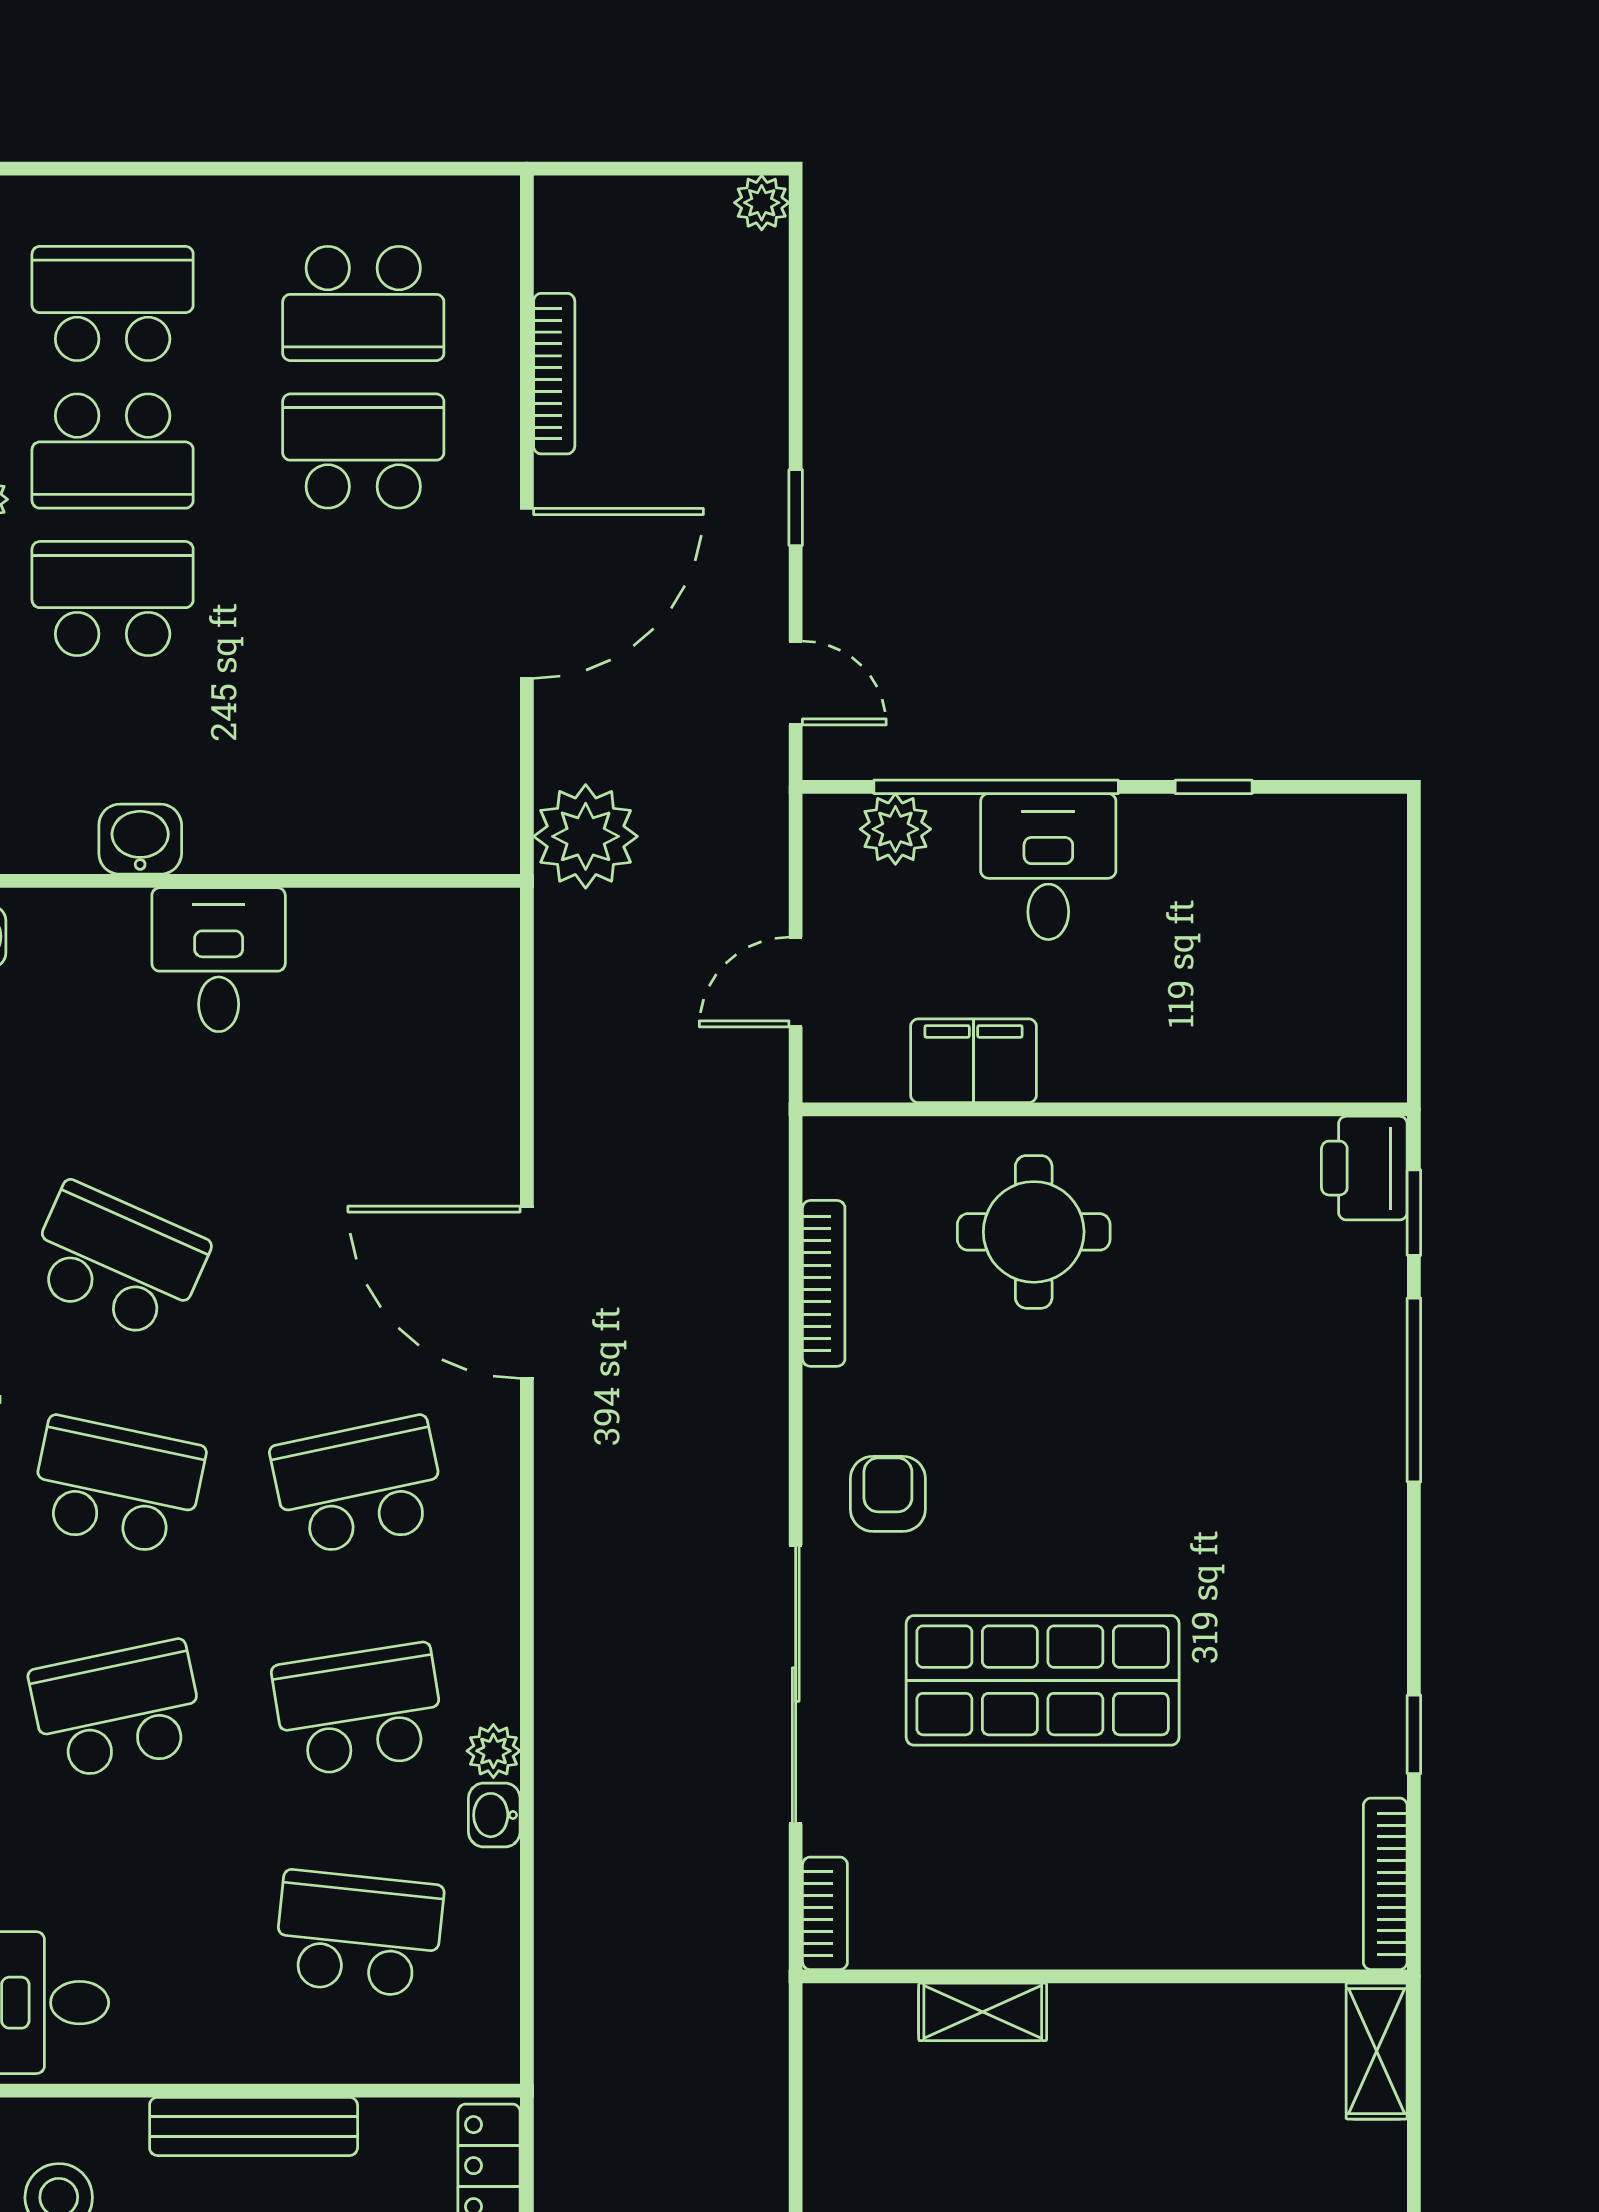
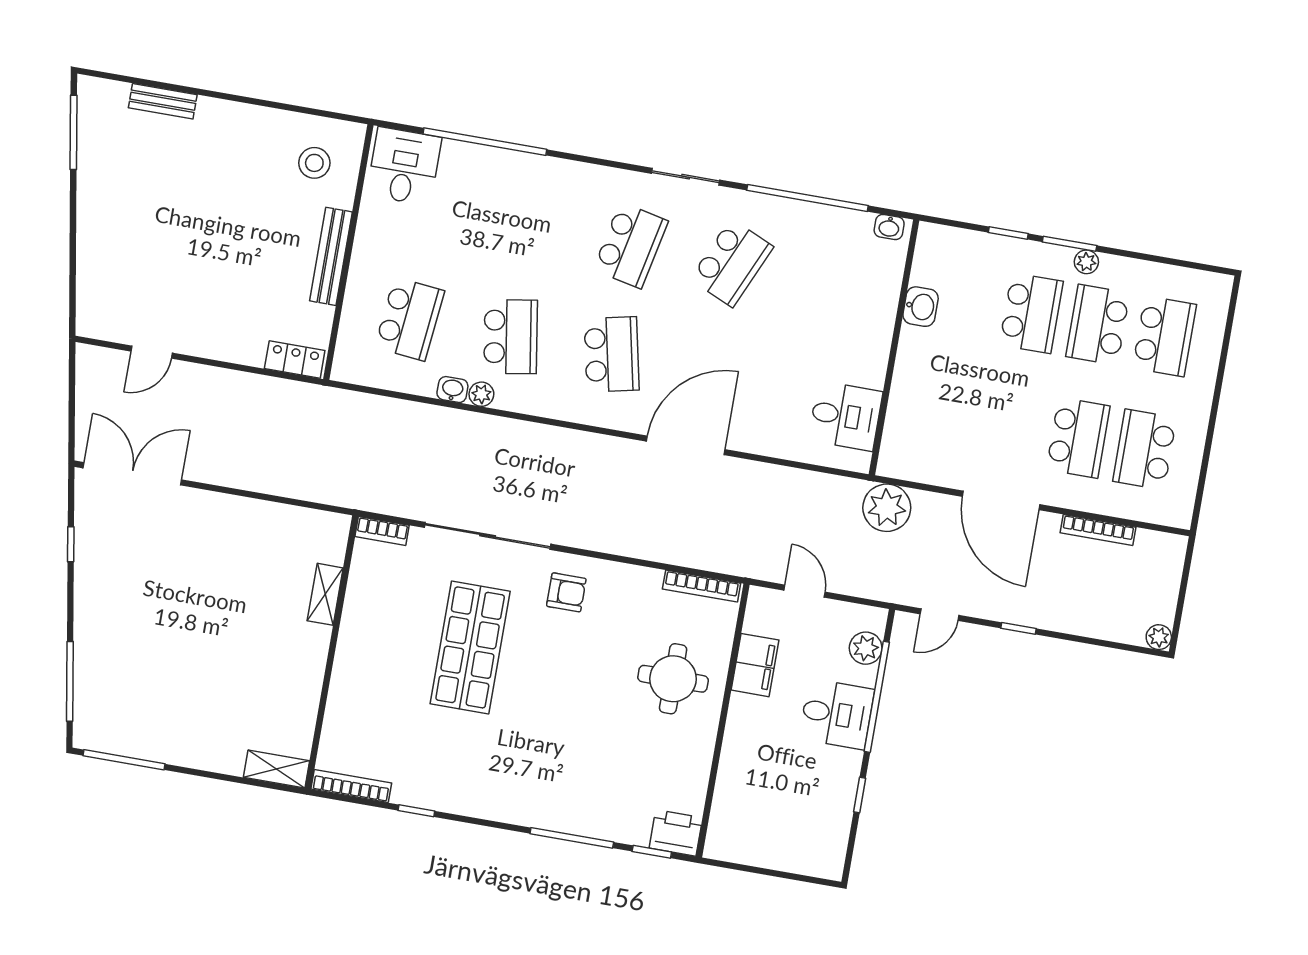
desk: (219, 960) -> (845, 416), moved
bookcase: (824, 1283) -> (702, 586), moved
school desk: (117, 1710) -> (530, 228), removed

